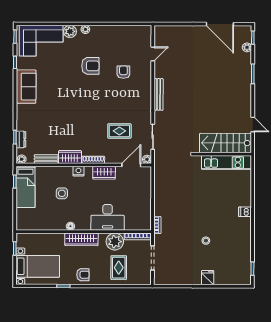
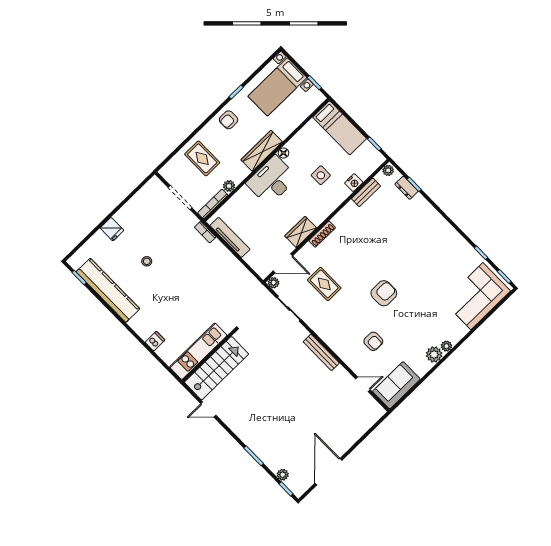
door: (220, 24) -> (328, 472), hinge flipped
plant: (70, 31) -> (434, 354), moved
door: (153, 54) -> (363, 384), swing flipped
armchair: (90, 66) -> (384, 293), moved, turned 180
sofa: (26, 87) -> (396, 385), moved, turned 90
rug: (119, 131) -> (324, 284), turned 90
wardrobe: (70, 157) -> (346, 216), removed
door: (131, 165) -> (283, 263), hinge flipped
nightstand: (78, 171) -> (354, 183), moved
bed: (25, 187) -> (340, 128), moved, turned 180
tv unit: (146, 208) -> (230, 237), added
dishwasher: (245, 212) -> (155, 341), moved
desk: (108, 217) -> (272, 180), moved
plant: (115, 242) -> (229, 186), width x0.53, depth x0.53
kitchen counter: (243, 246) -> (108, 290), added

